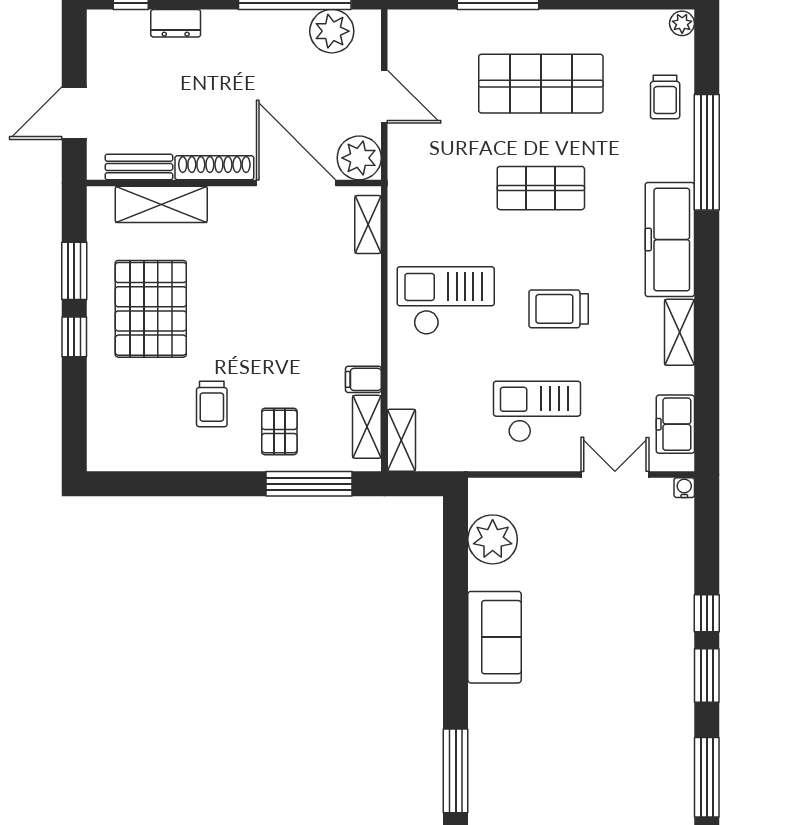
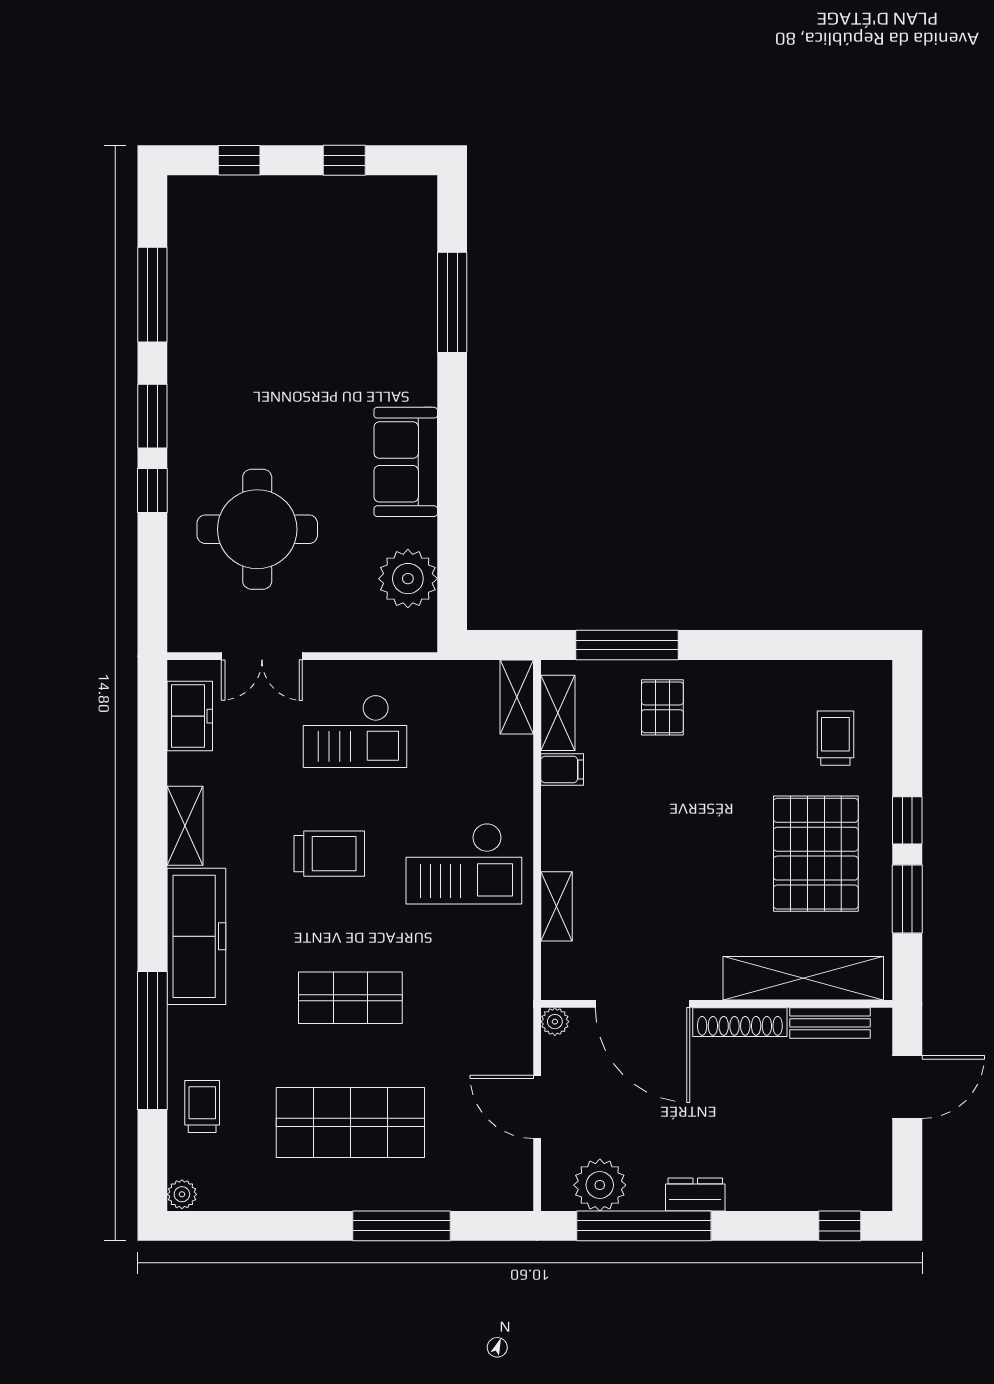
dresser: (176, 23) -> (695, 1194), moved
plant: (359, 158) -> (555, 1022), width x0.53, depth x0.53
shelving: (161, 204) -> (803, 978), width x1.47
shelving: (368, 224) -> (557, 906), moved
trolley: (212, 404) -> (835, 738), moved
water cooler: (684, 488) -> (179, 640), removed
round table: (619, 581) -> (257, 529), added

